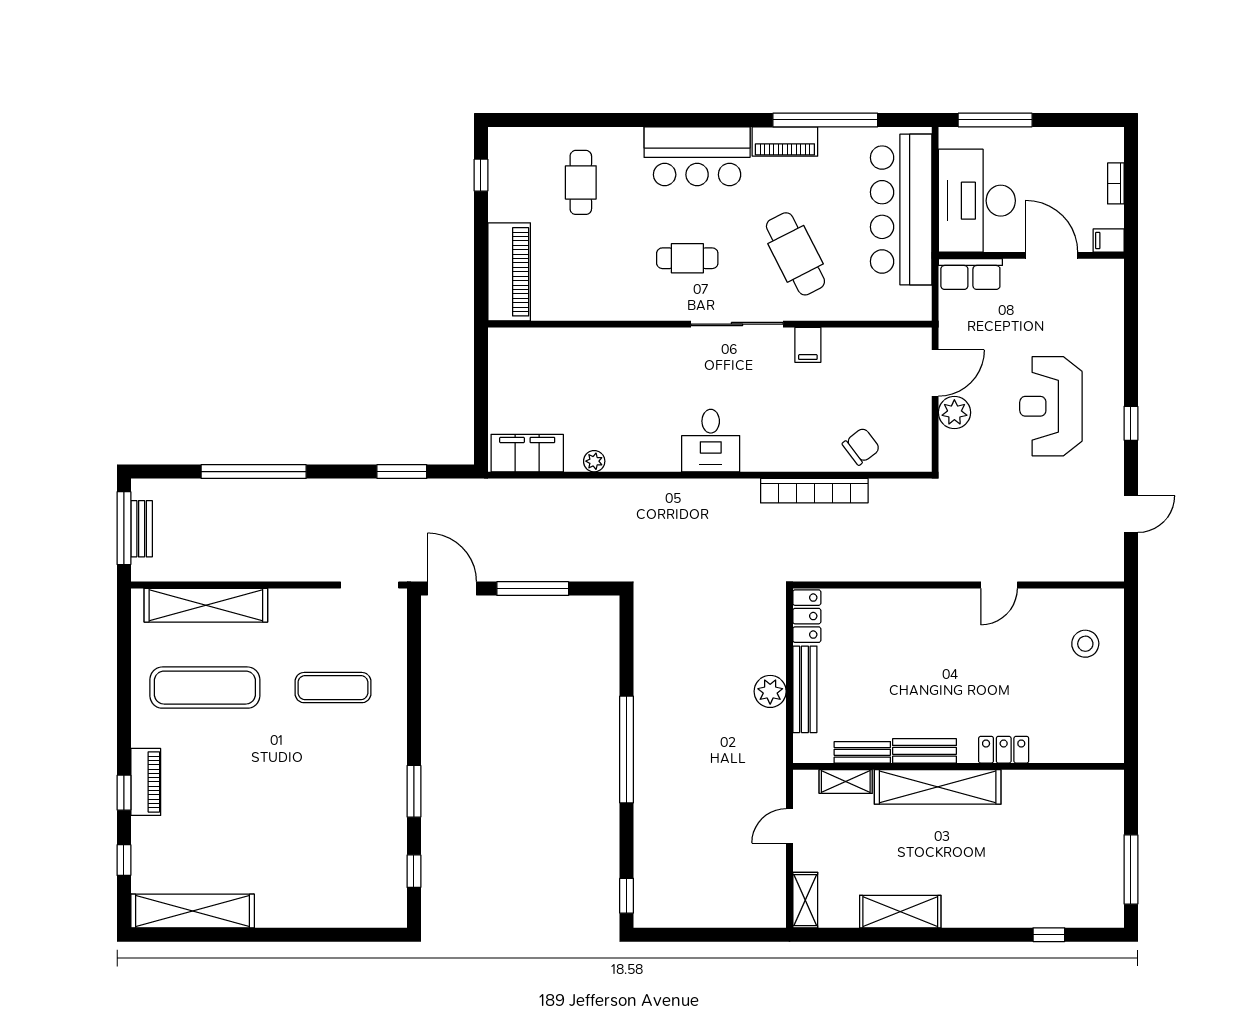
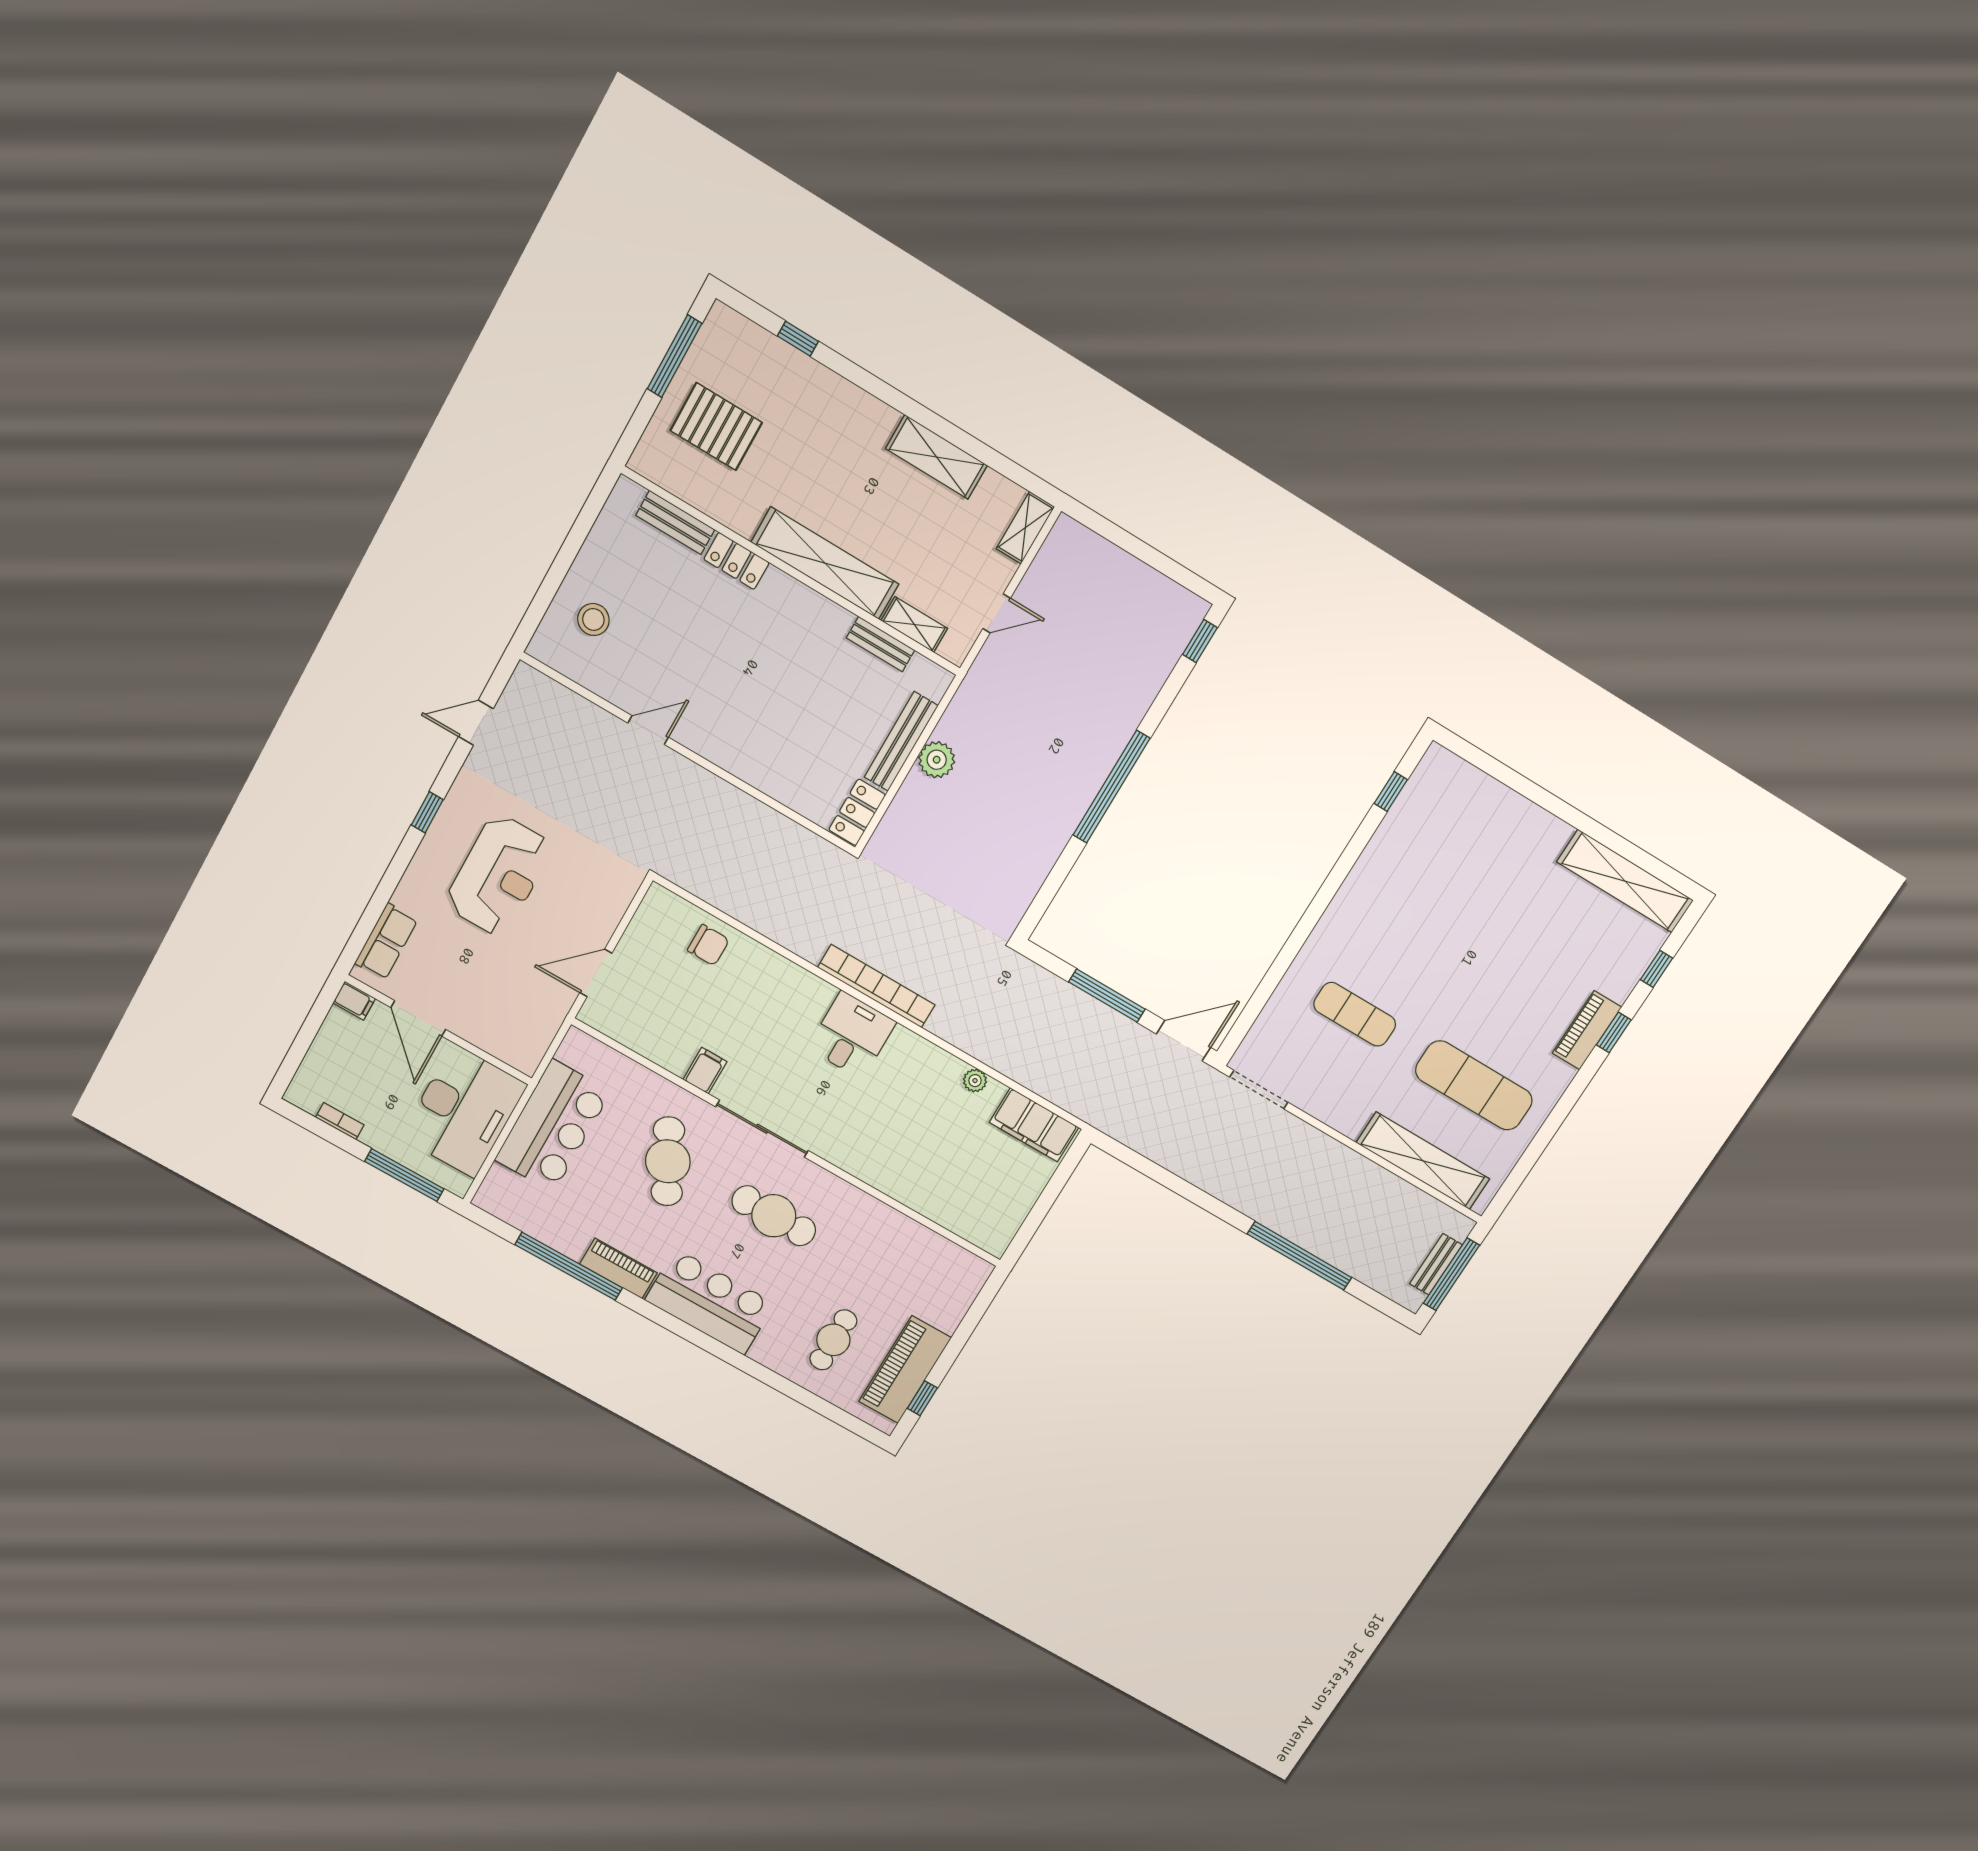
bookcase: (1116, 183) -> (340, 1121), moved, turned -90
bar counter: (901, 210) -> (553, 1126), width x0.73
cafe table: (687, 258) -> (774, 1216), width x1.37, depth x1.35
piano: (509, 272) -> (905, 1370), moved
row of seats: (970, 274) -> (386, 942), moved, turned 90
plant: (954, 412) -> (598, 924), removed
chair: (861, 446) -> (708, 945), turned -143
window: (402, 472) -> (1162, 1176), removed
bookcase: (814, 491) -> (876, 986), moved
door: (452, 589) -> (1184, 1041), swing flipped
bench: (925, 751) -> (675, 522), moved
window: (414, 791) -> (1341, 869), removed
pallet: (1073, 838) -> (716, 427), added

